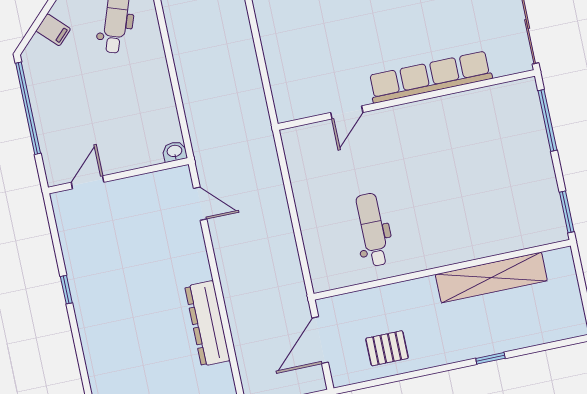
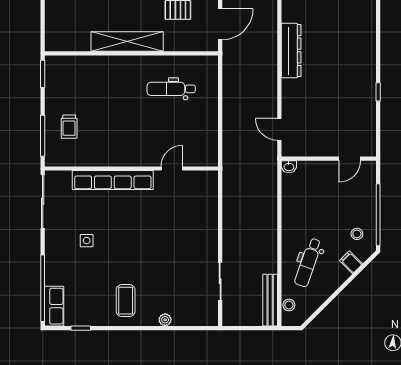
stool: (53, 74) -> (357, 234), added
trolley: (511, 142) -> (69, 127), added
dental chair: (372, 230) -> (171, 89), turned 90
shelving: (491, 277) -> (127, 42), moved

